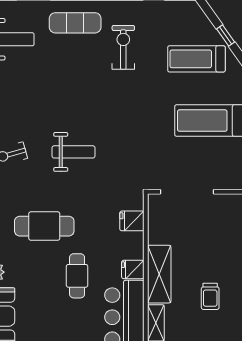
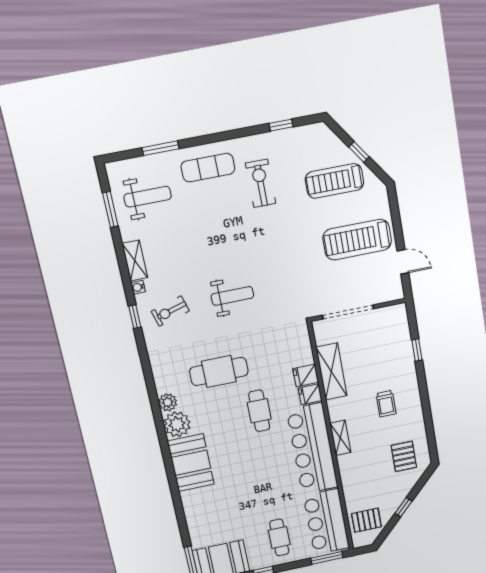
fridge: (132, 221) -> (306, 375), moved
shelving: (159, 274) -> (331, 371), moved

